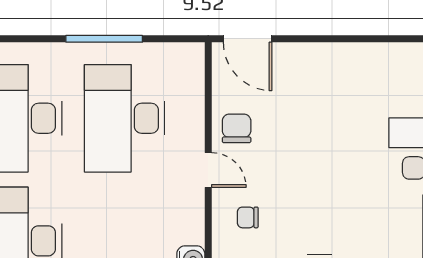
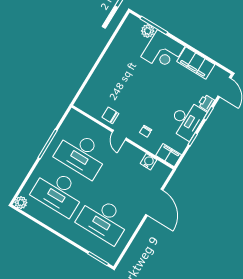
door: (248, 39) -> (80, 91), removed
door: (208, 170) -> (119, 135), swing flipped

